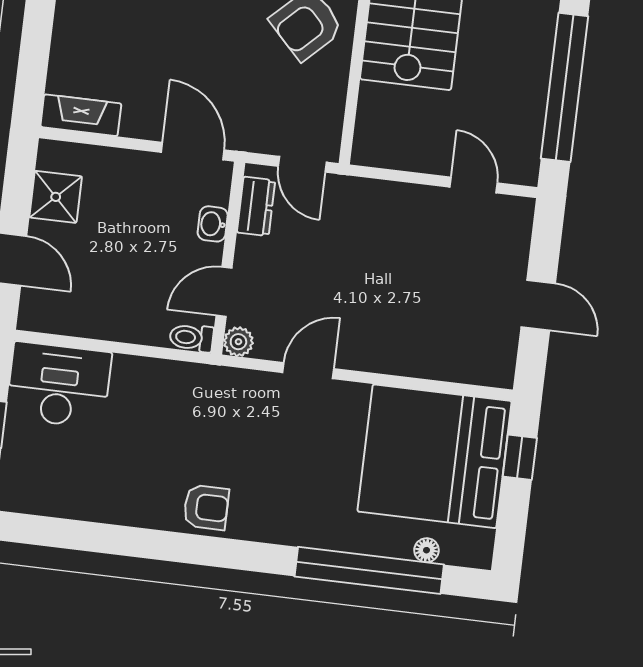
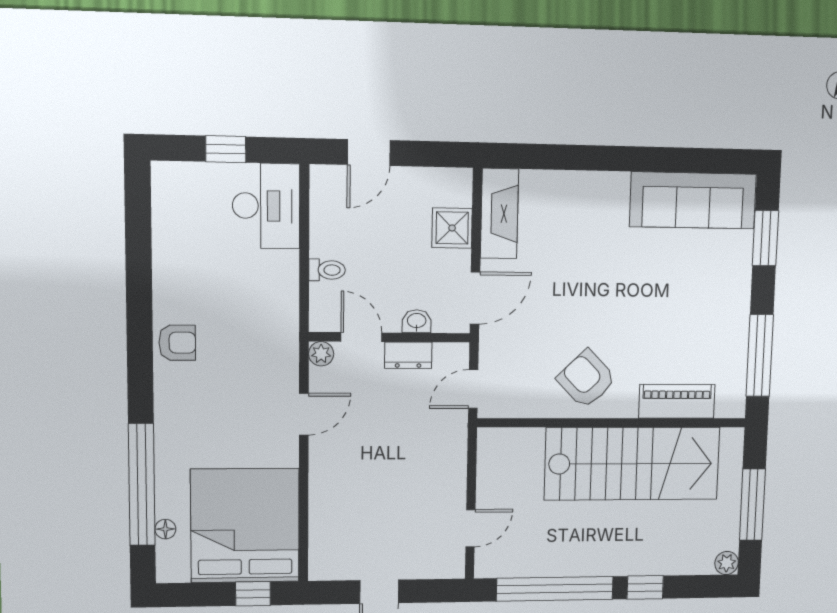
fireplace: (81, 115) -> (499, 214), width x1.37, depth x1.32
shower: (56, 197) -> (452, 228), moved
dresser: (256, 206) -> (408, 355), moved
toilet: (191, 338) -> (327, 270), moved, turned 90
door: (308, 371) -> (304, 414), hinge flipped
armchair: (206, 507) -> (177, 343), turned -90

